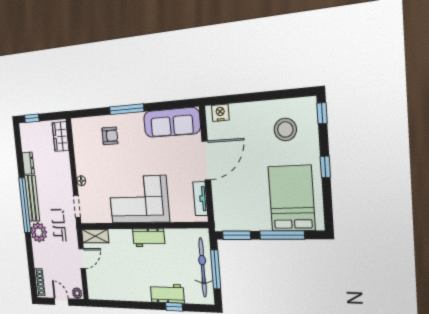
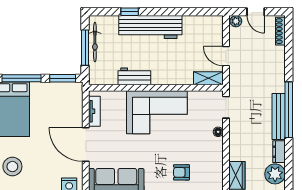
door: (206, 160) -> (86, 145), hinge flipped
plant: (39, 232) -> (275, 174), moved
workbench: (149, 238) -> (134, 76), moved
door: (82, 258) -> (226, 56), hinge flipped
bicycle: (203, 267) -> (95, 42), width x0.73, depth x0.71
workbench: (167, 293) -> (150, 27), width x1.88, depth x1.32

